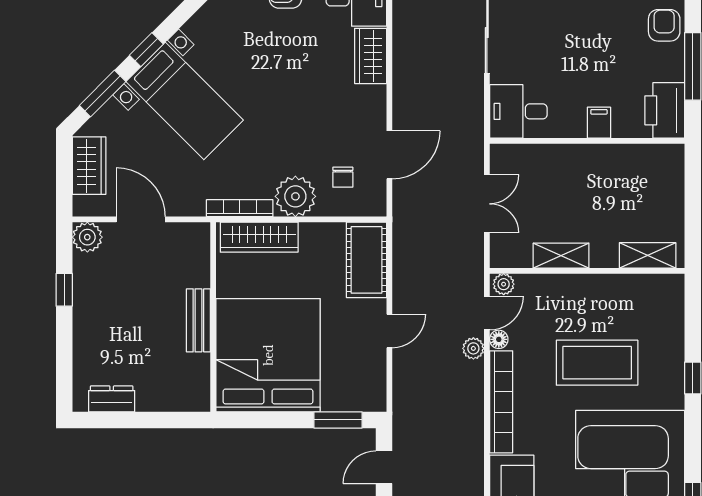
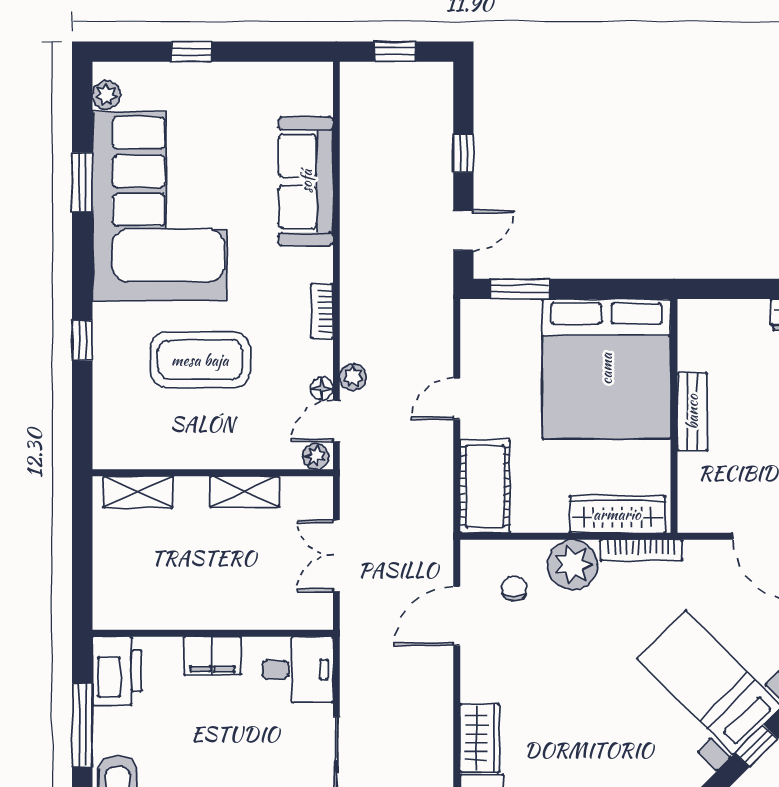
filing cabinet: (599, 123) -> (212, 656), width x2.00
bookcase: (501, 402) -> (322, 311), width x0.43, depth x0.76

